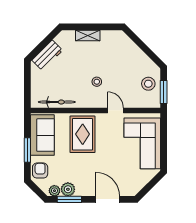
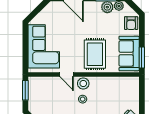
stool: (148, 84) -> (83, 84), moved
bicycle: (57, 102) -> (117, 82), removed
window: (27, 150) -> (142, 58), moved

